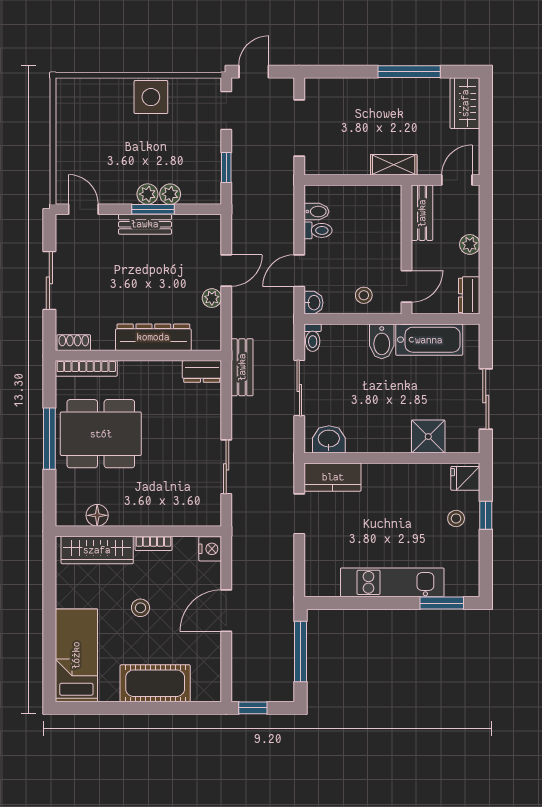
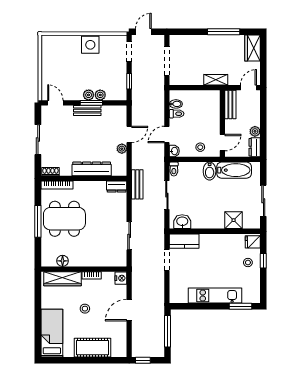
plant: (470, 244) -> (255, 131), moved

